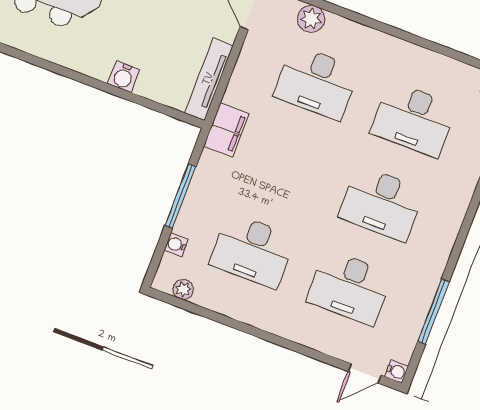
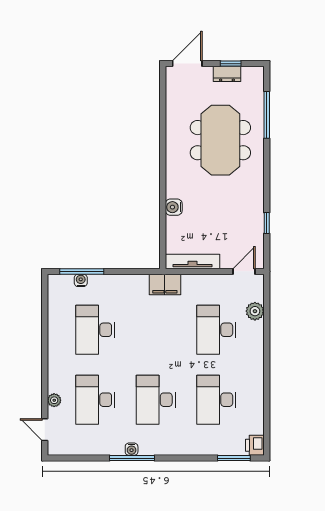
window: (180, 196) -> (82, 271), moved
plant: (183, 289) -> (54, 400), moved
window: (433, 312) -> (132, 458), moved
water cooler: (397, 371) -> (132, 449), moved

